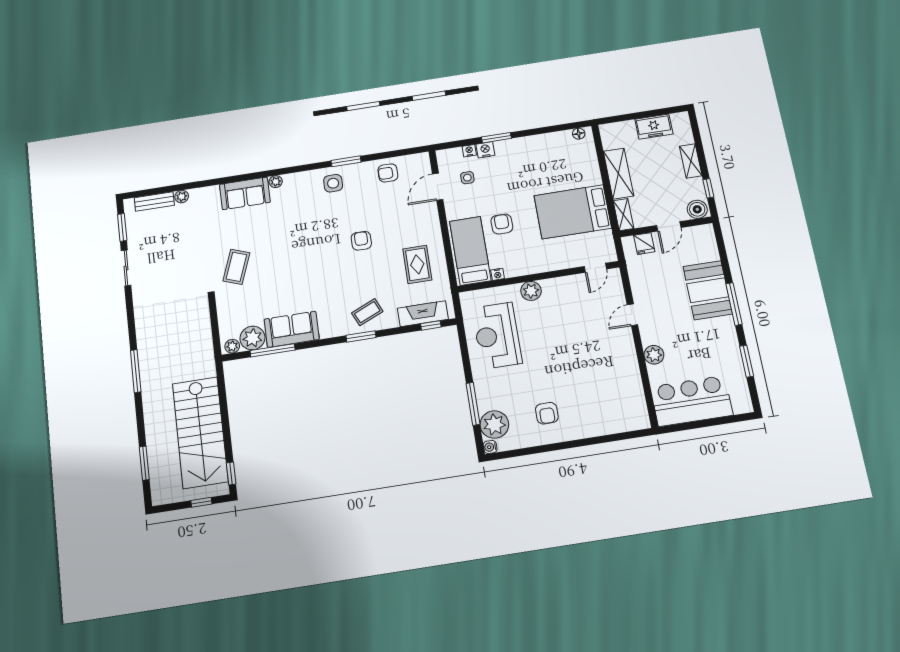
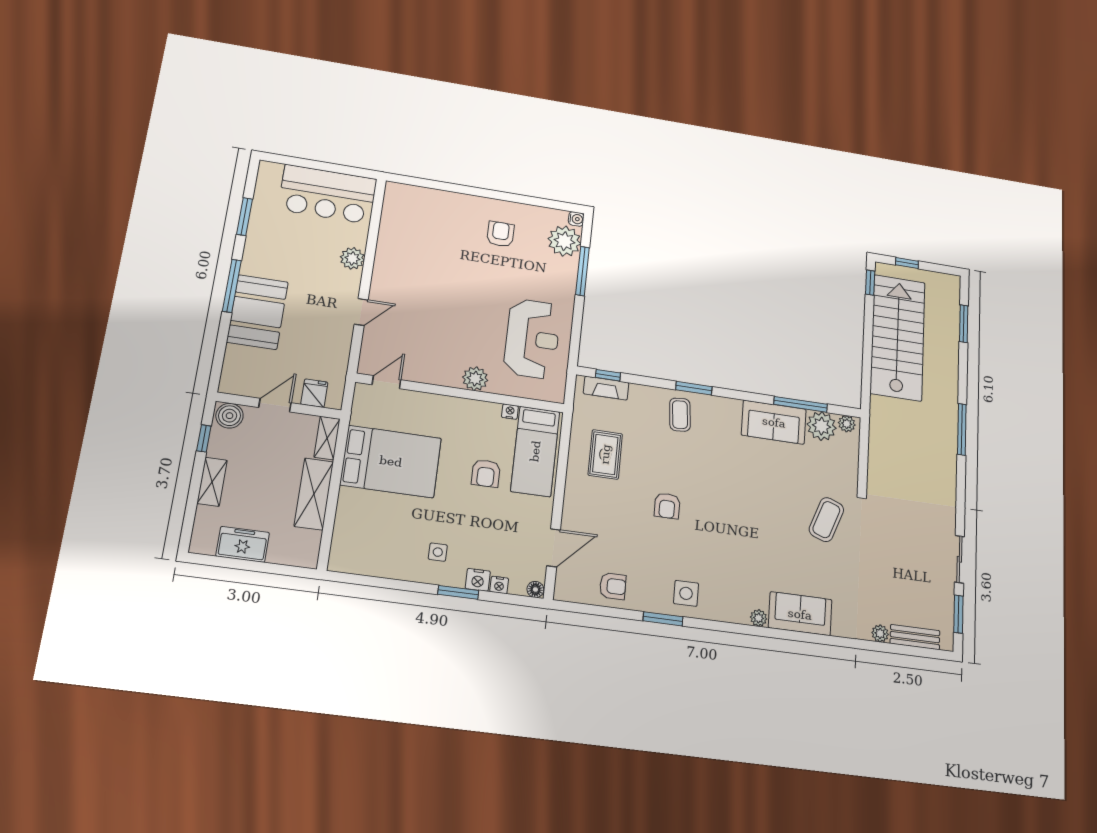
floor lamp: (579, 134) -> (535, 589), moved
side table: (467, 178) -> (438, 552), moved
coffee table: (367, 312) -> (680, 415), turned -71
fireplace: (423, 314) -> (606, 388), width x0.73, depth x0.76

